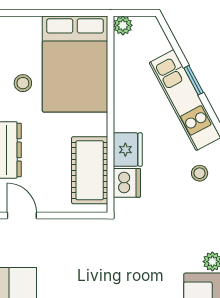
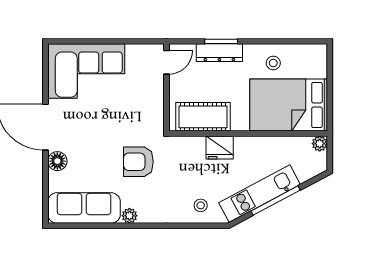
window: (194, 80) -> (276, 201), width x2.17
dishwasher: (127, 183) -> (193, 147), removed
armchair: (145, 250) -> (138, 162), added

